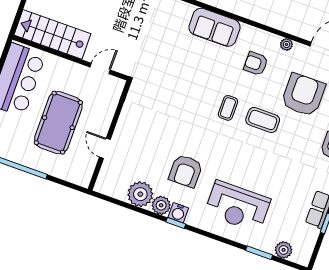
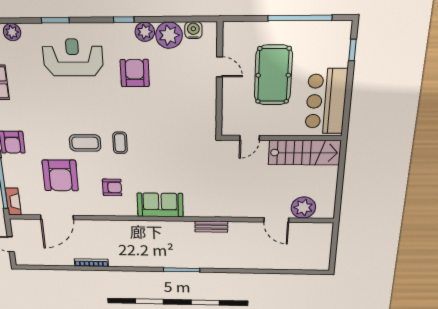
plant: (286, 44) -> (93, 211), removed
water cooler: (178, 213) -> (193, 30), moved
window: (259, 253) -> (55, 20), moved

